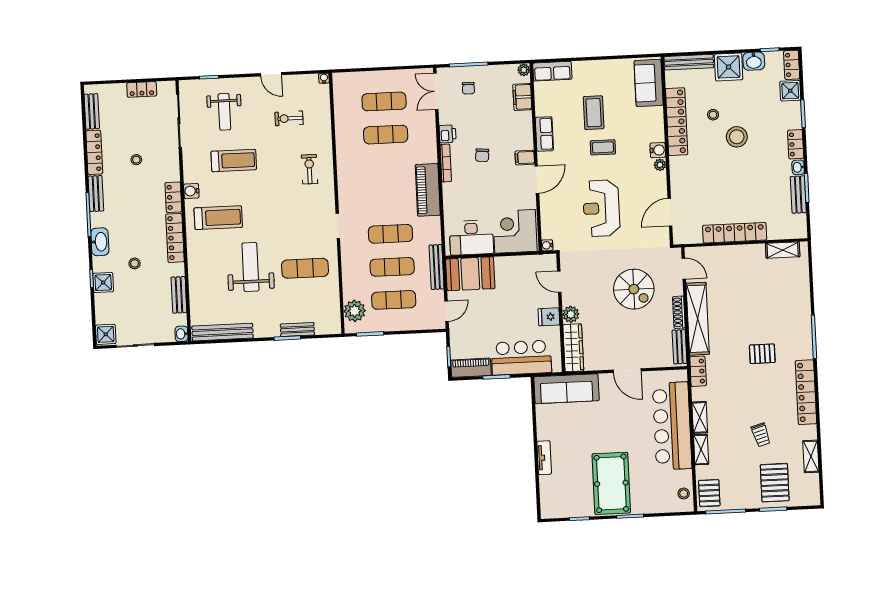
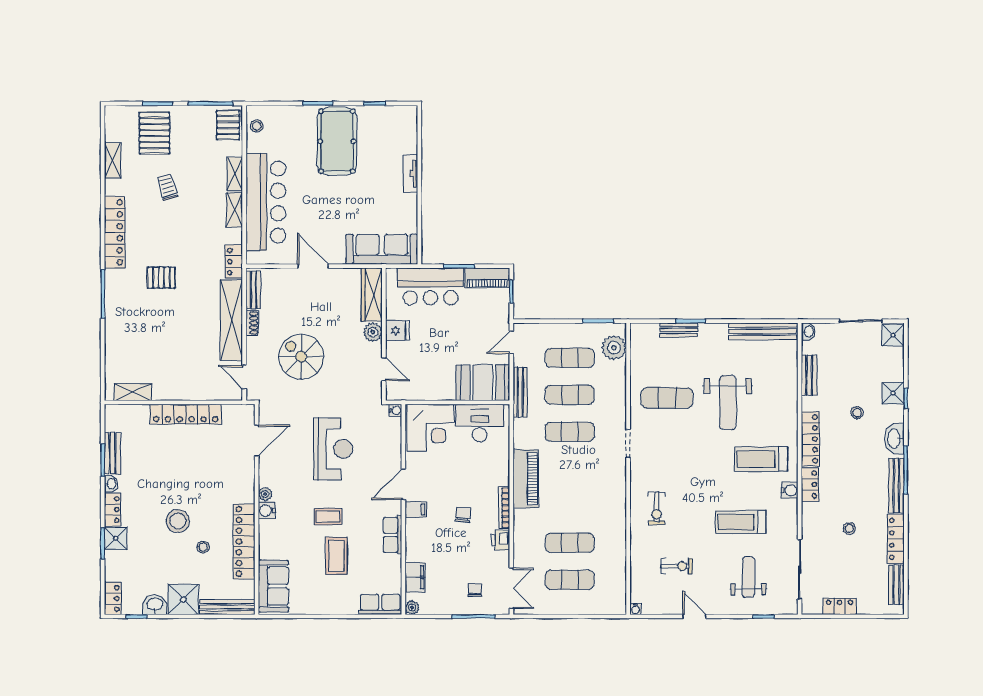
shower: (790, 91) -> (116, 538), moved
bench: (96, 194) -> (896, 485), width x1.36
shoe rack: (679, 312) -> (252, 323), width x0.70

